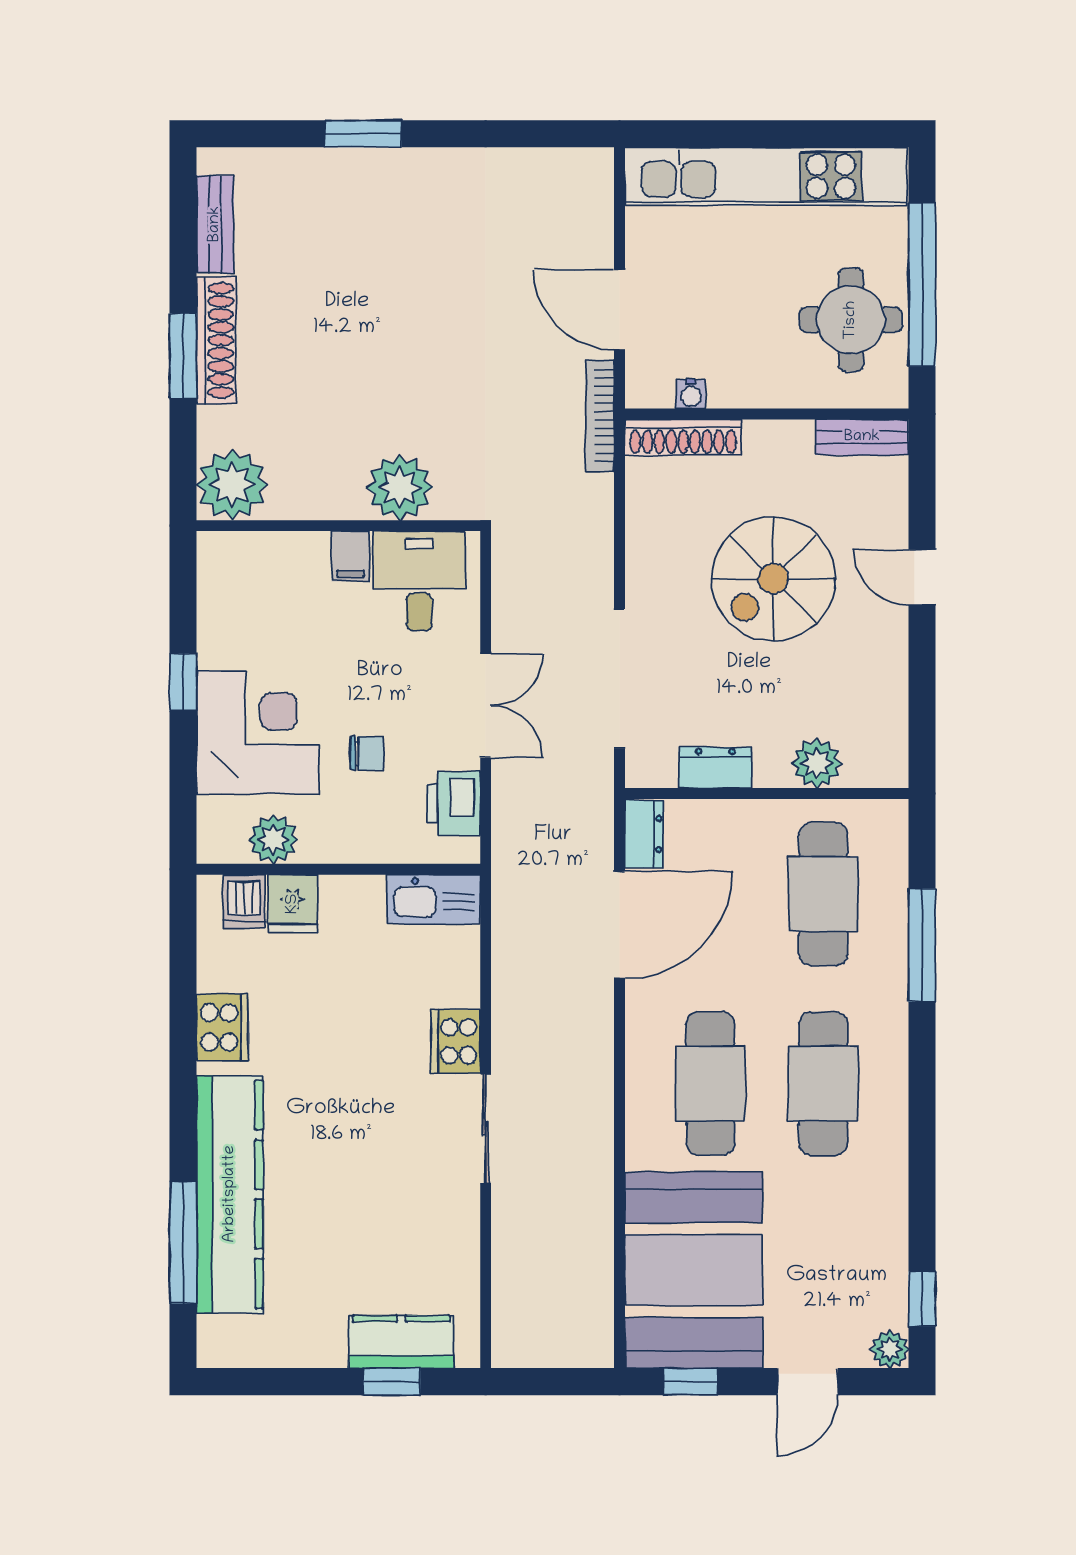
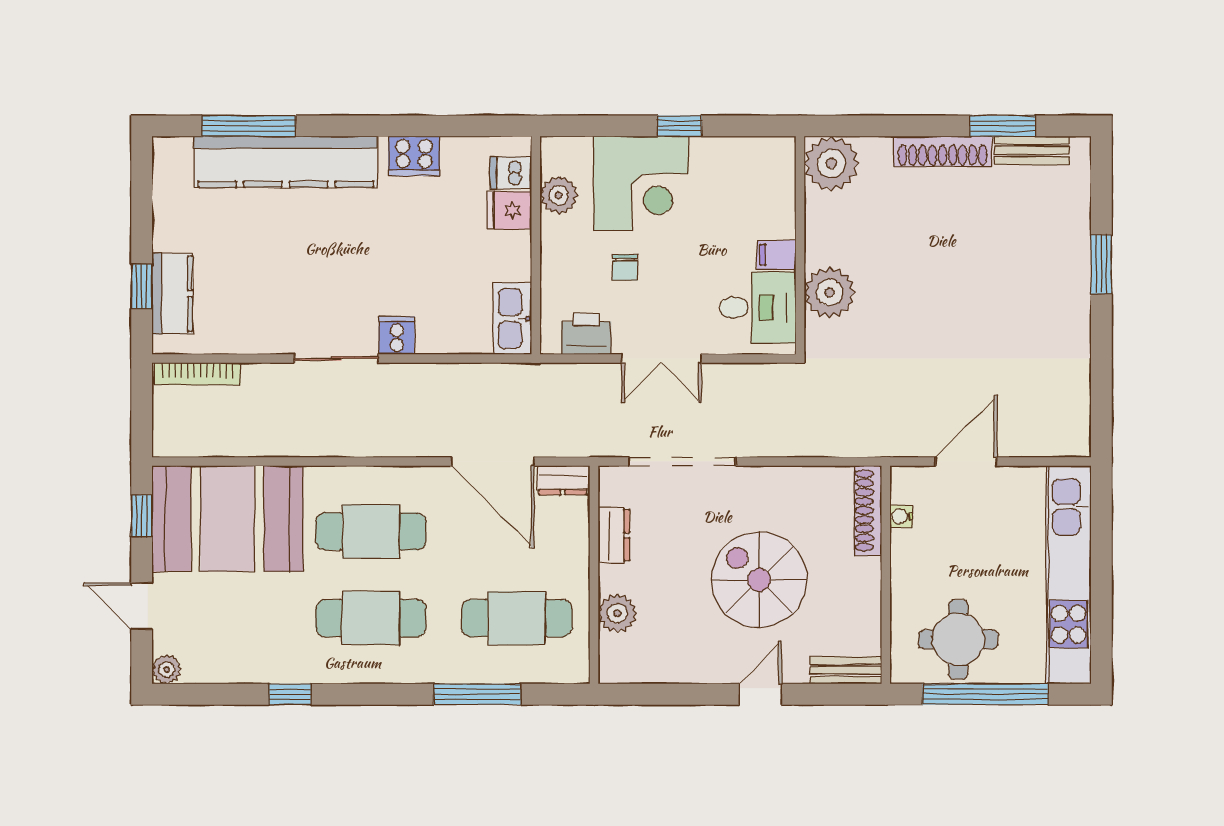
window: (183, 356) -> (1003, 126), moved
bookcase: (600, 416) -> (197, 374), moved, turned 180
bench: (862, 437) -> (846, 670), moved, turned 90
cooker: (456, 1041) -> (397, 336), width x0.73
window: (922, 1299) -> (290, 694), moved

